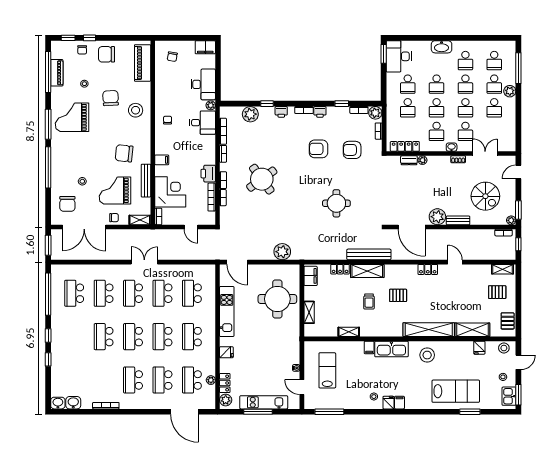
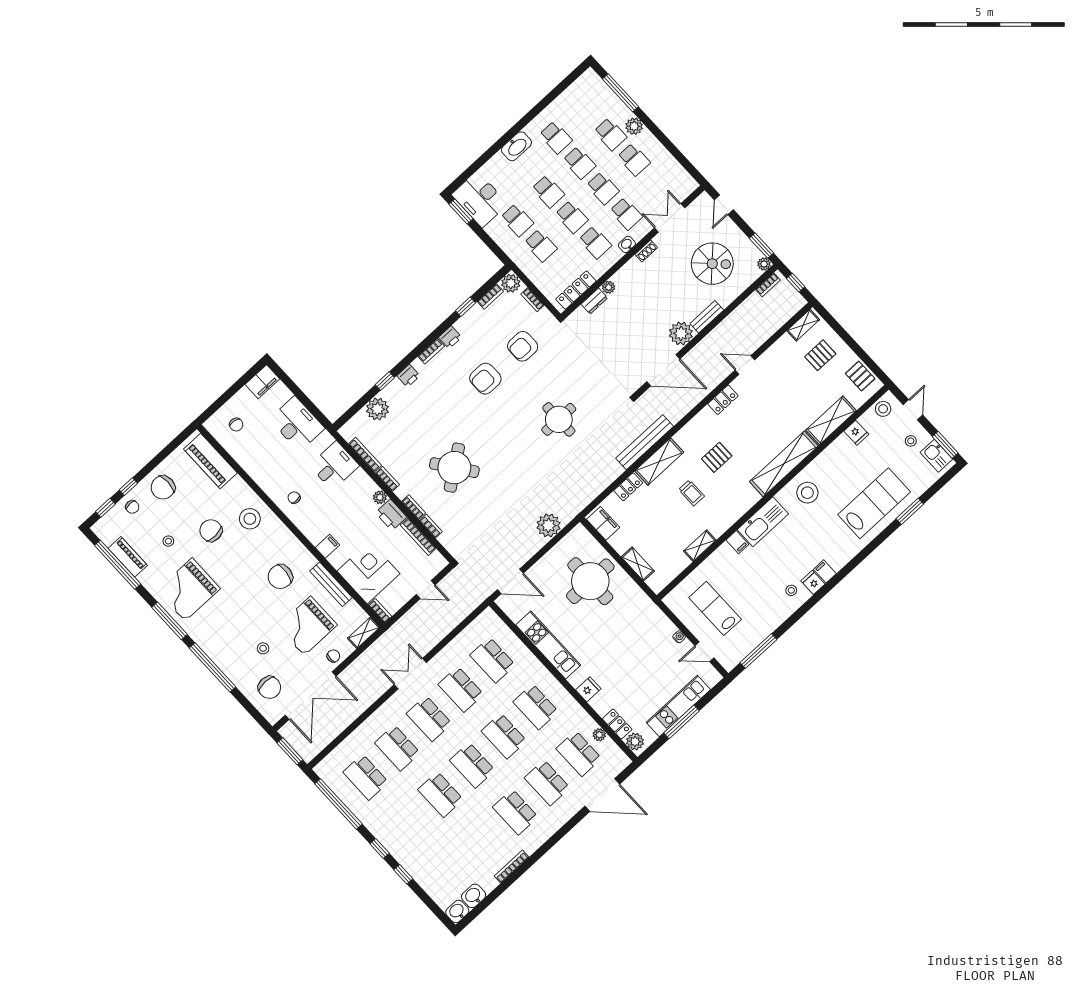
school desk: (494, 61) -> (587, 109), removed
plant: (211, 105) -> (380, 497), moved

